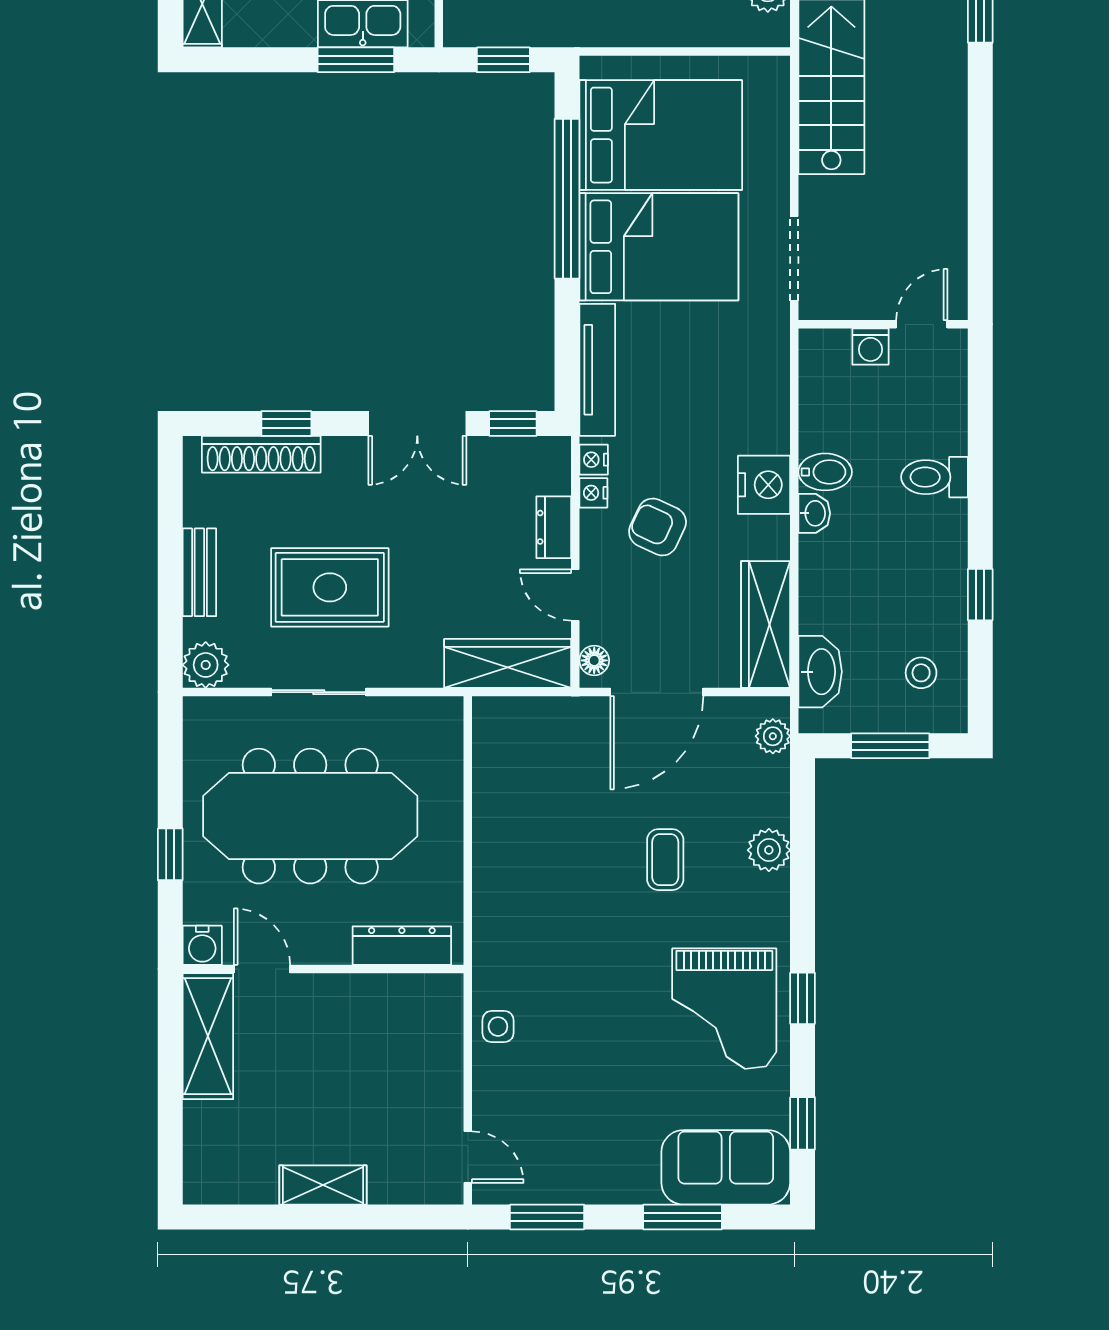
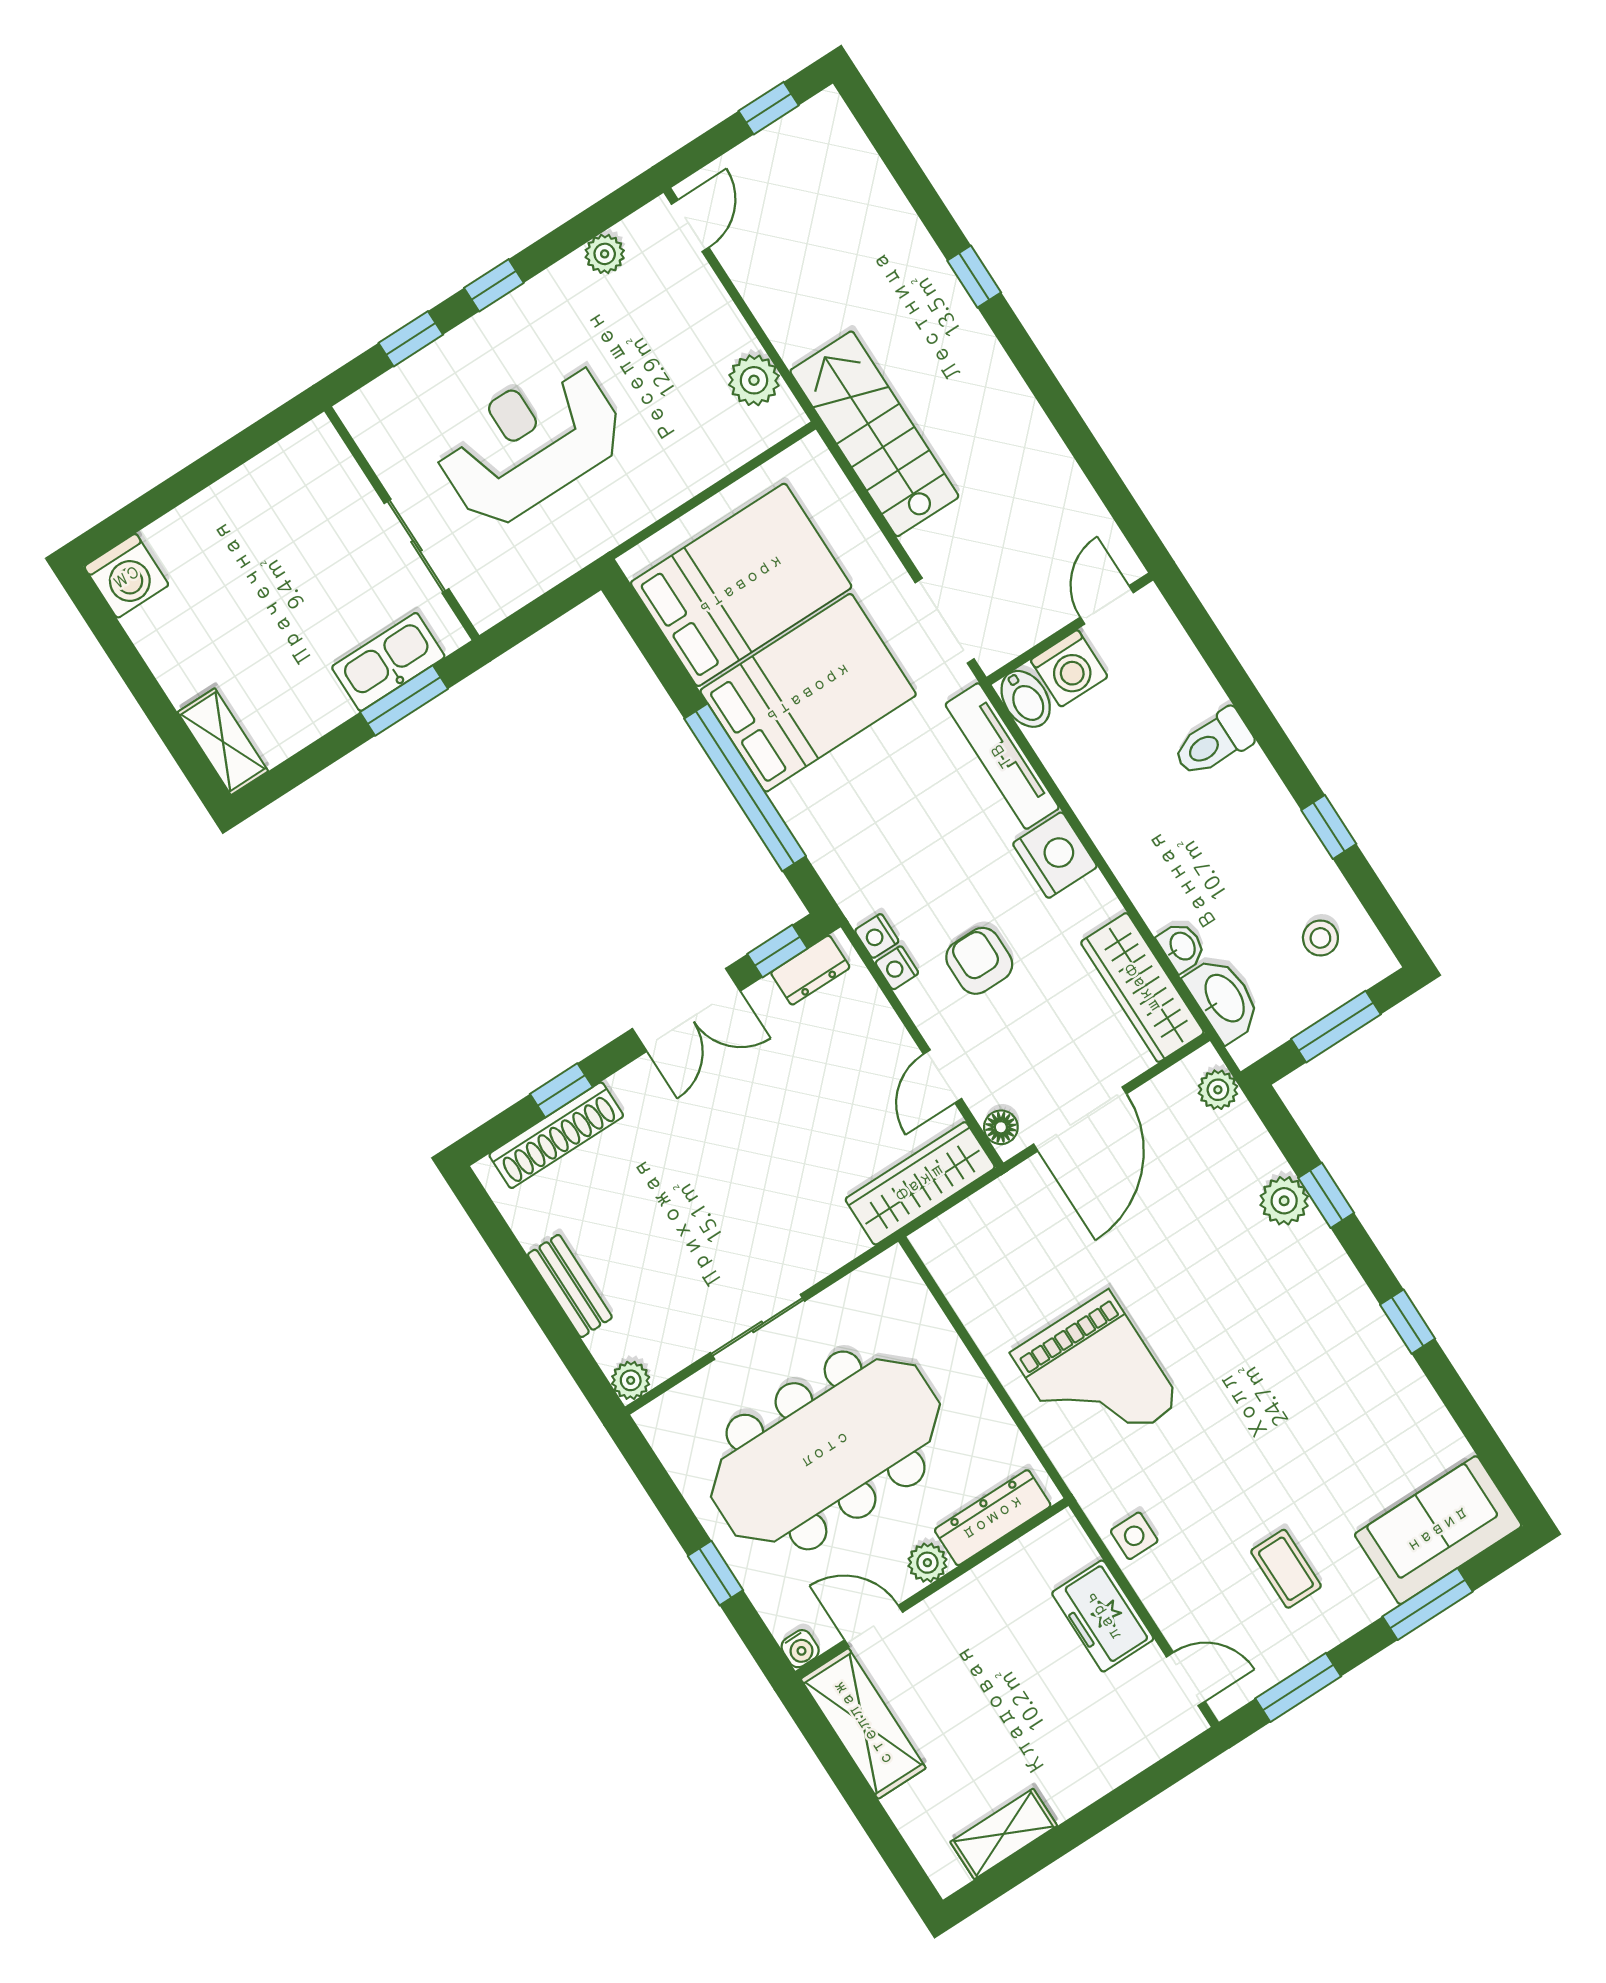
window: (503, 60) -> (545, 610), removed
window: (567, 199) -> (745, 787), moved
washing machine: (870, 347) -> (1069, 668), width x1.38, depth x1.38
tv unit: (597, 370) -> (1002, 756), moved, turned 180
bidet: (825, 472) -> (1026, 699), moved, turned 90
washbasin: (814, 513) -> (1182, 947), moved
dresser: (554, 527) -> (810, 970), moved, turned -90
armchair: (658, 527) -> (979, 961), turned 65
rug: (330, 587) -> (704, 1220), removed
door: (575, 595) -> (942, 1076), hinge flipped
plant: (206, 665) -> (631, 1380), width x0.73, depth x0.73
coffee table: (665, 860) -> (1286, 1569), moved
water cooler: (202, 945) -> (800, 1649), width x0.72, depth x0.72
plant: (332, 948) -> (927, 1563), added
grand piano: (724, 1009) -> (1096, 1378), moved
freezer: (436, 1071) -> (1103, 1616), added
window: (803, 1123) -> (1326, 1195), moved
shelving: (323, 1185) -> (1004, 1834), moved

